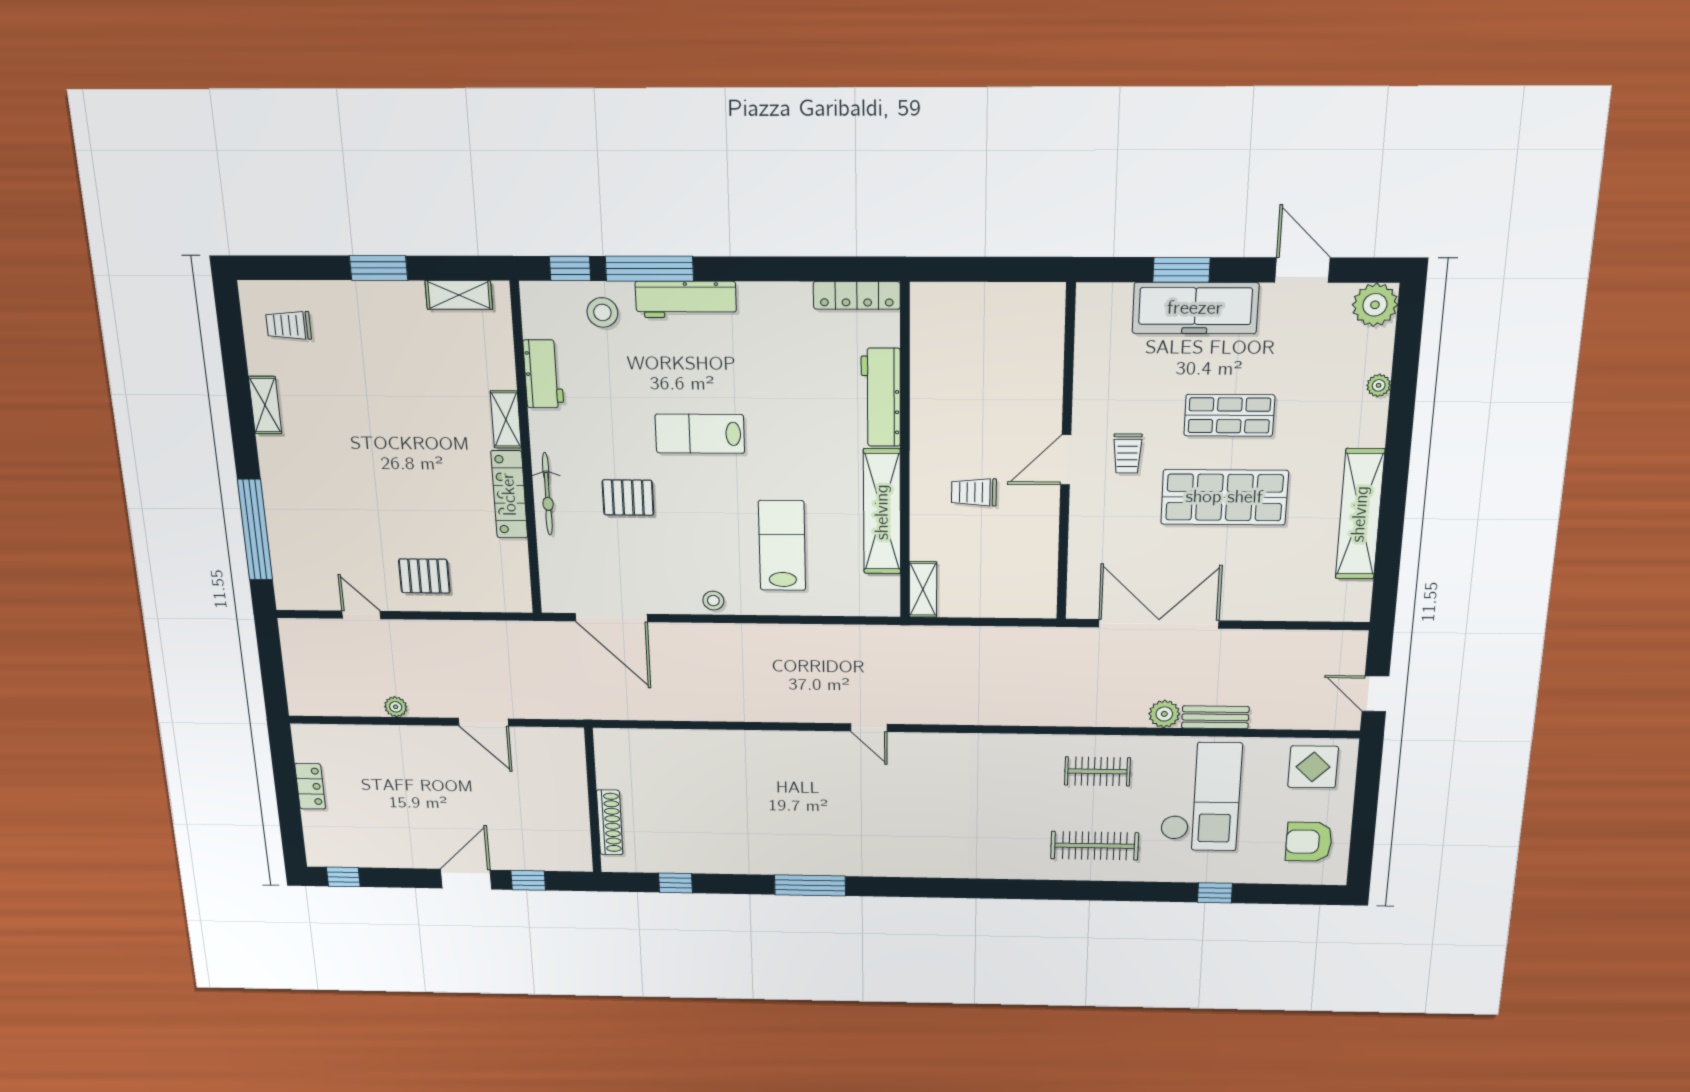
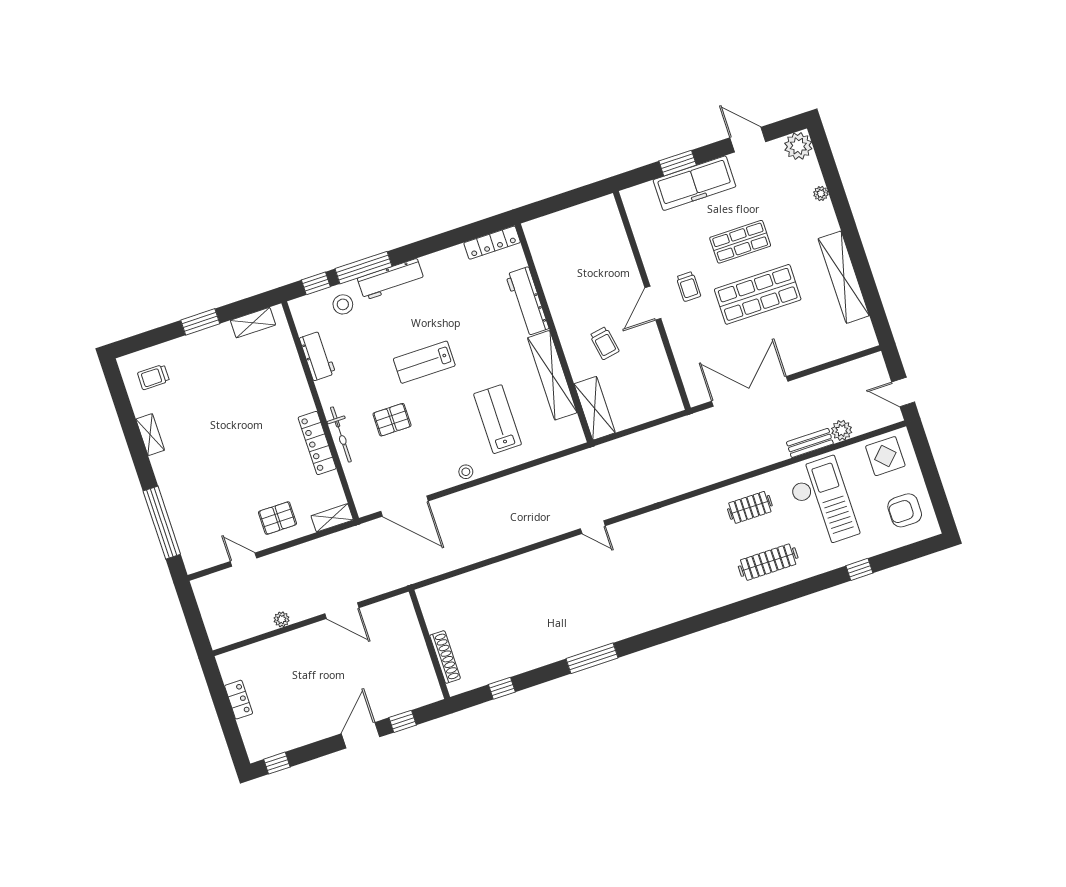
shelving: (506, 420) -> (332, 518), moved, turned 90
trolley: (974, 492) -> (604, 343), turned -100
shelving: (923, 589) -> (595, 408), width x1.50, depth x1.33
plant: (1164, 714) -> (842, 430), moved

